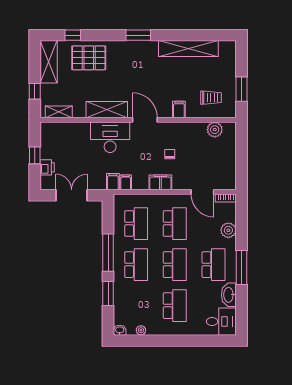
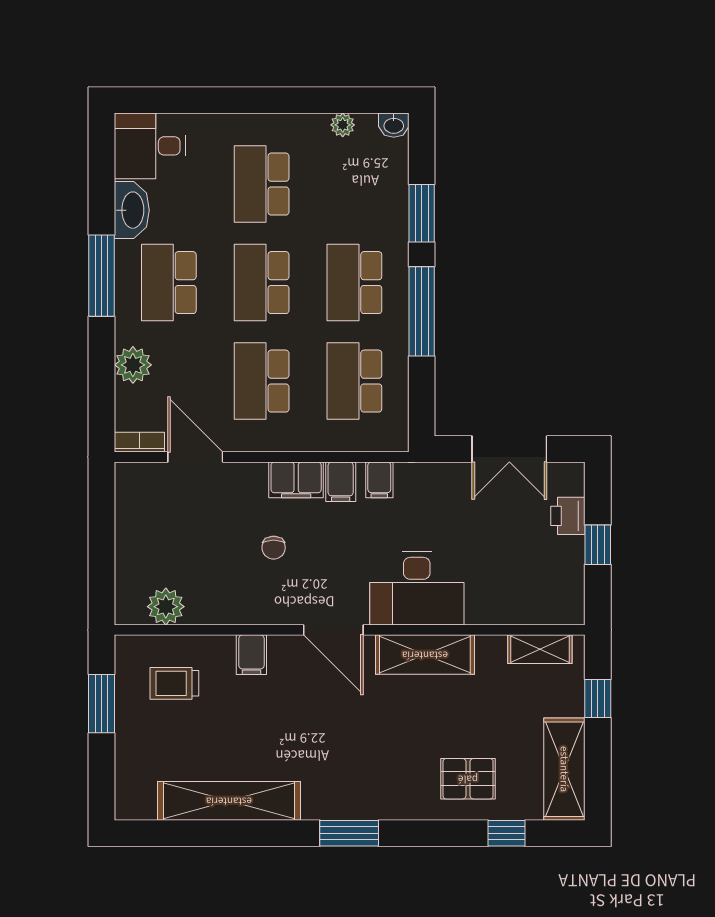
pallet: (89, 58) -> (468, 779), width x0.67, depth x0.71
filing cabinet: (113, 182) -> (341, 482), moved

